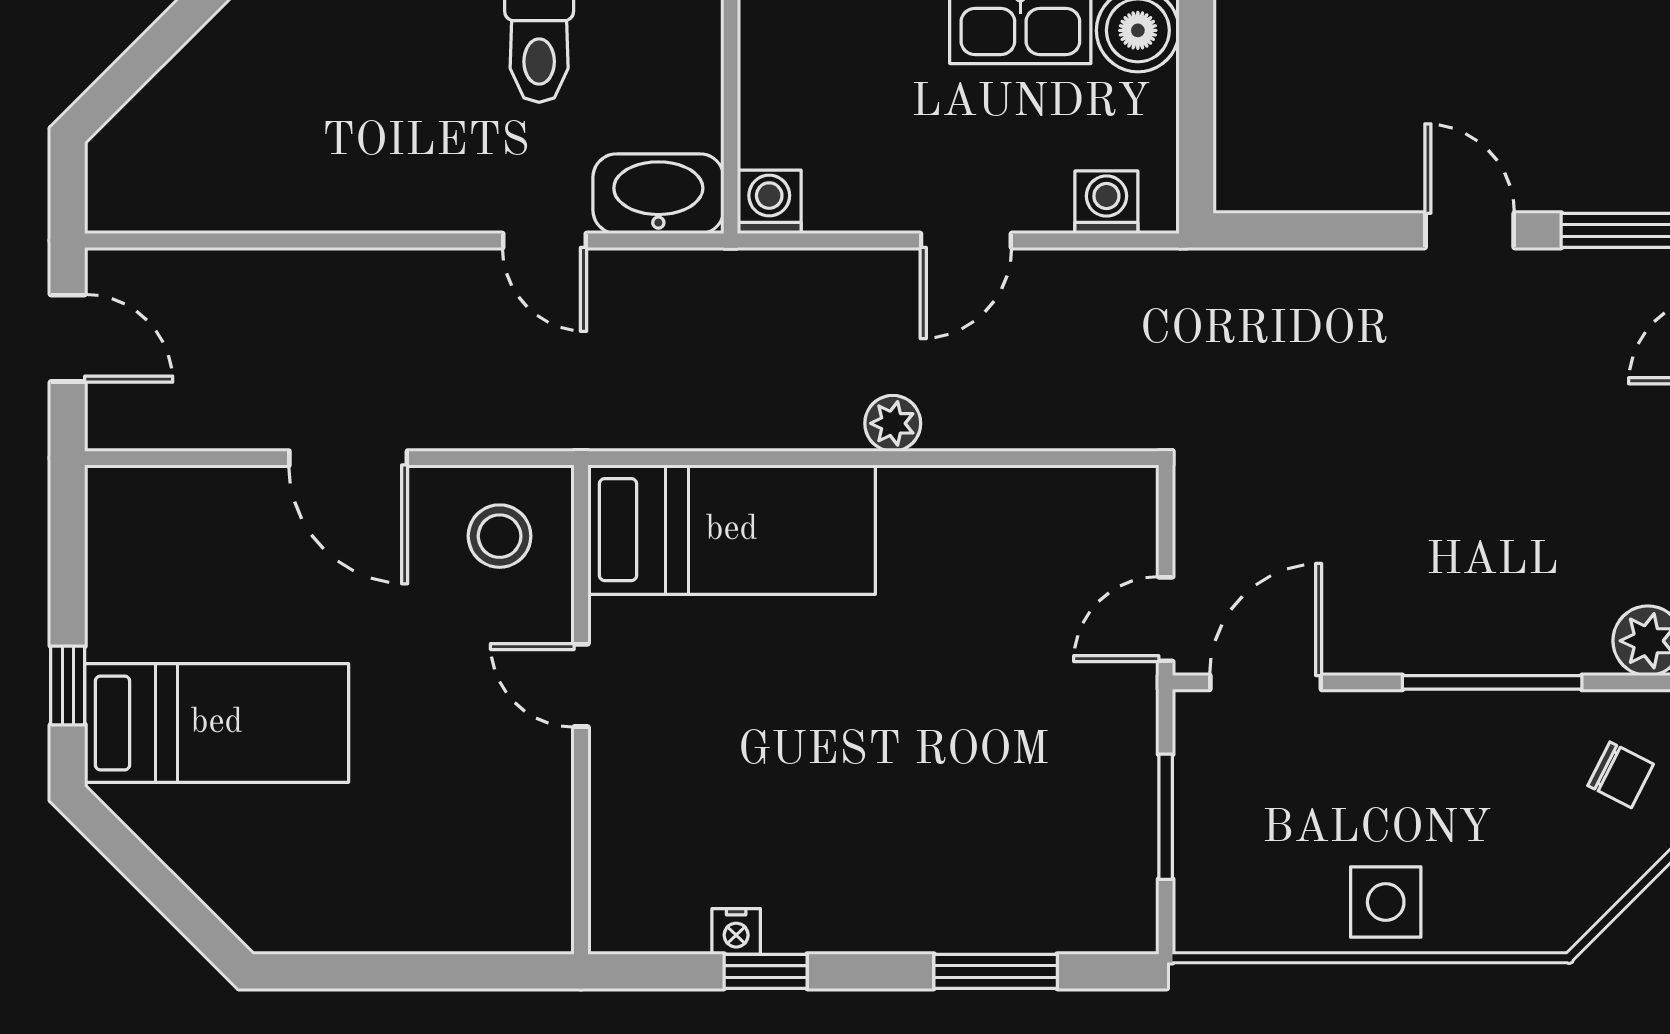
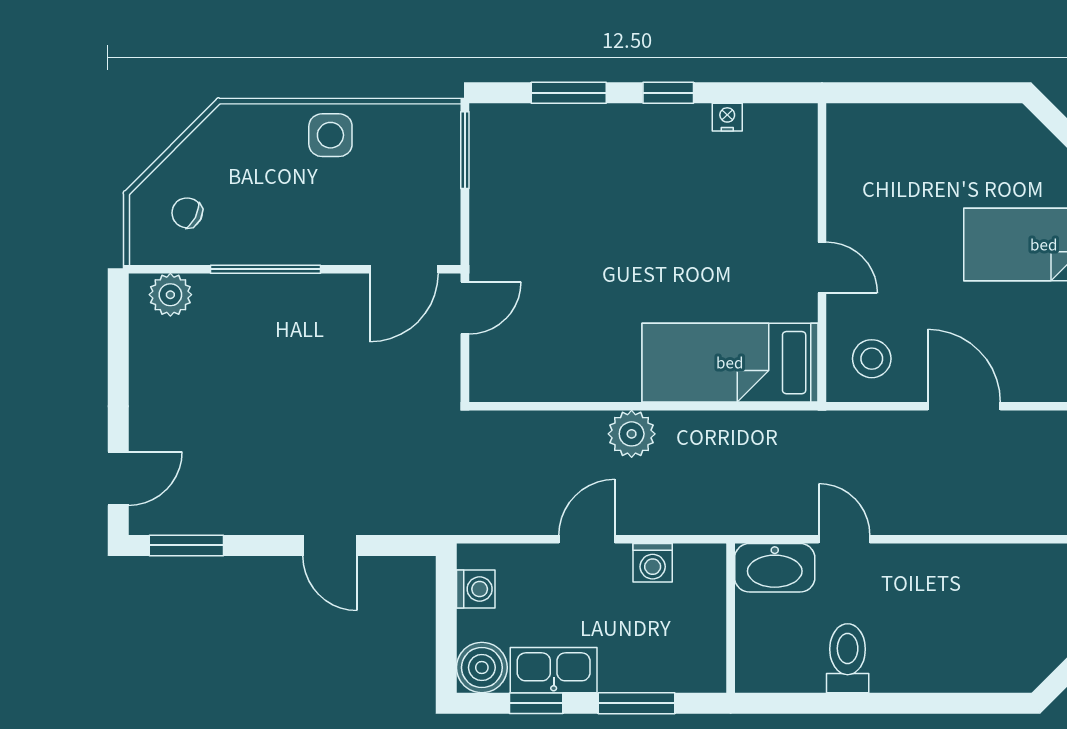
washing machine: (769, 202) -> (653, 563), moved
washing machine: (1106, 202) -> (476, 589), moved, turned -90
door: (1470, 230) -> (330, 545), moved
plant: (893, 423) -> (632, 434), width x1.38, depth x1.38
window: (1166, 817) -> (465, 150), moved
window: (766, 971) -> (668, 93), moved

